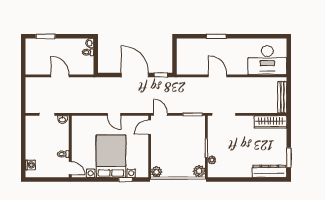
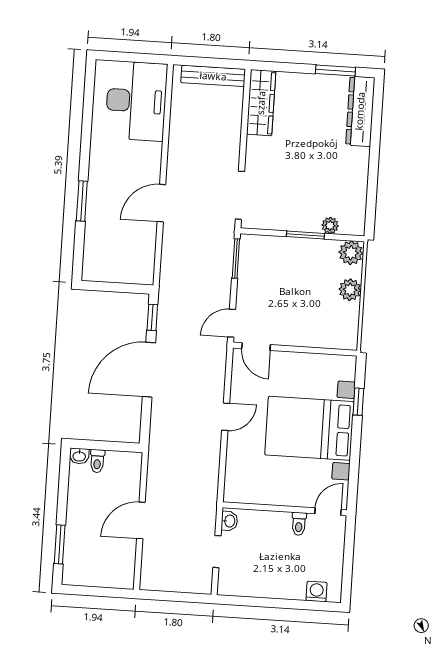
plant: (156, 172) -> (350, 290), moved

